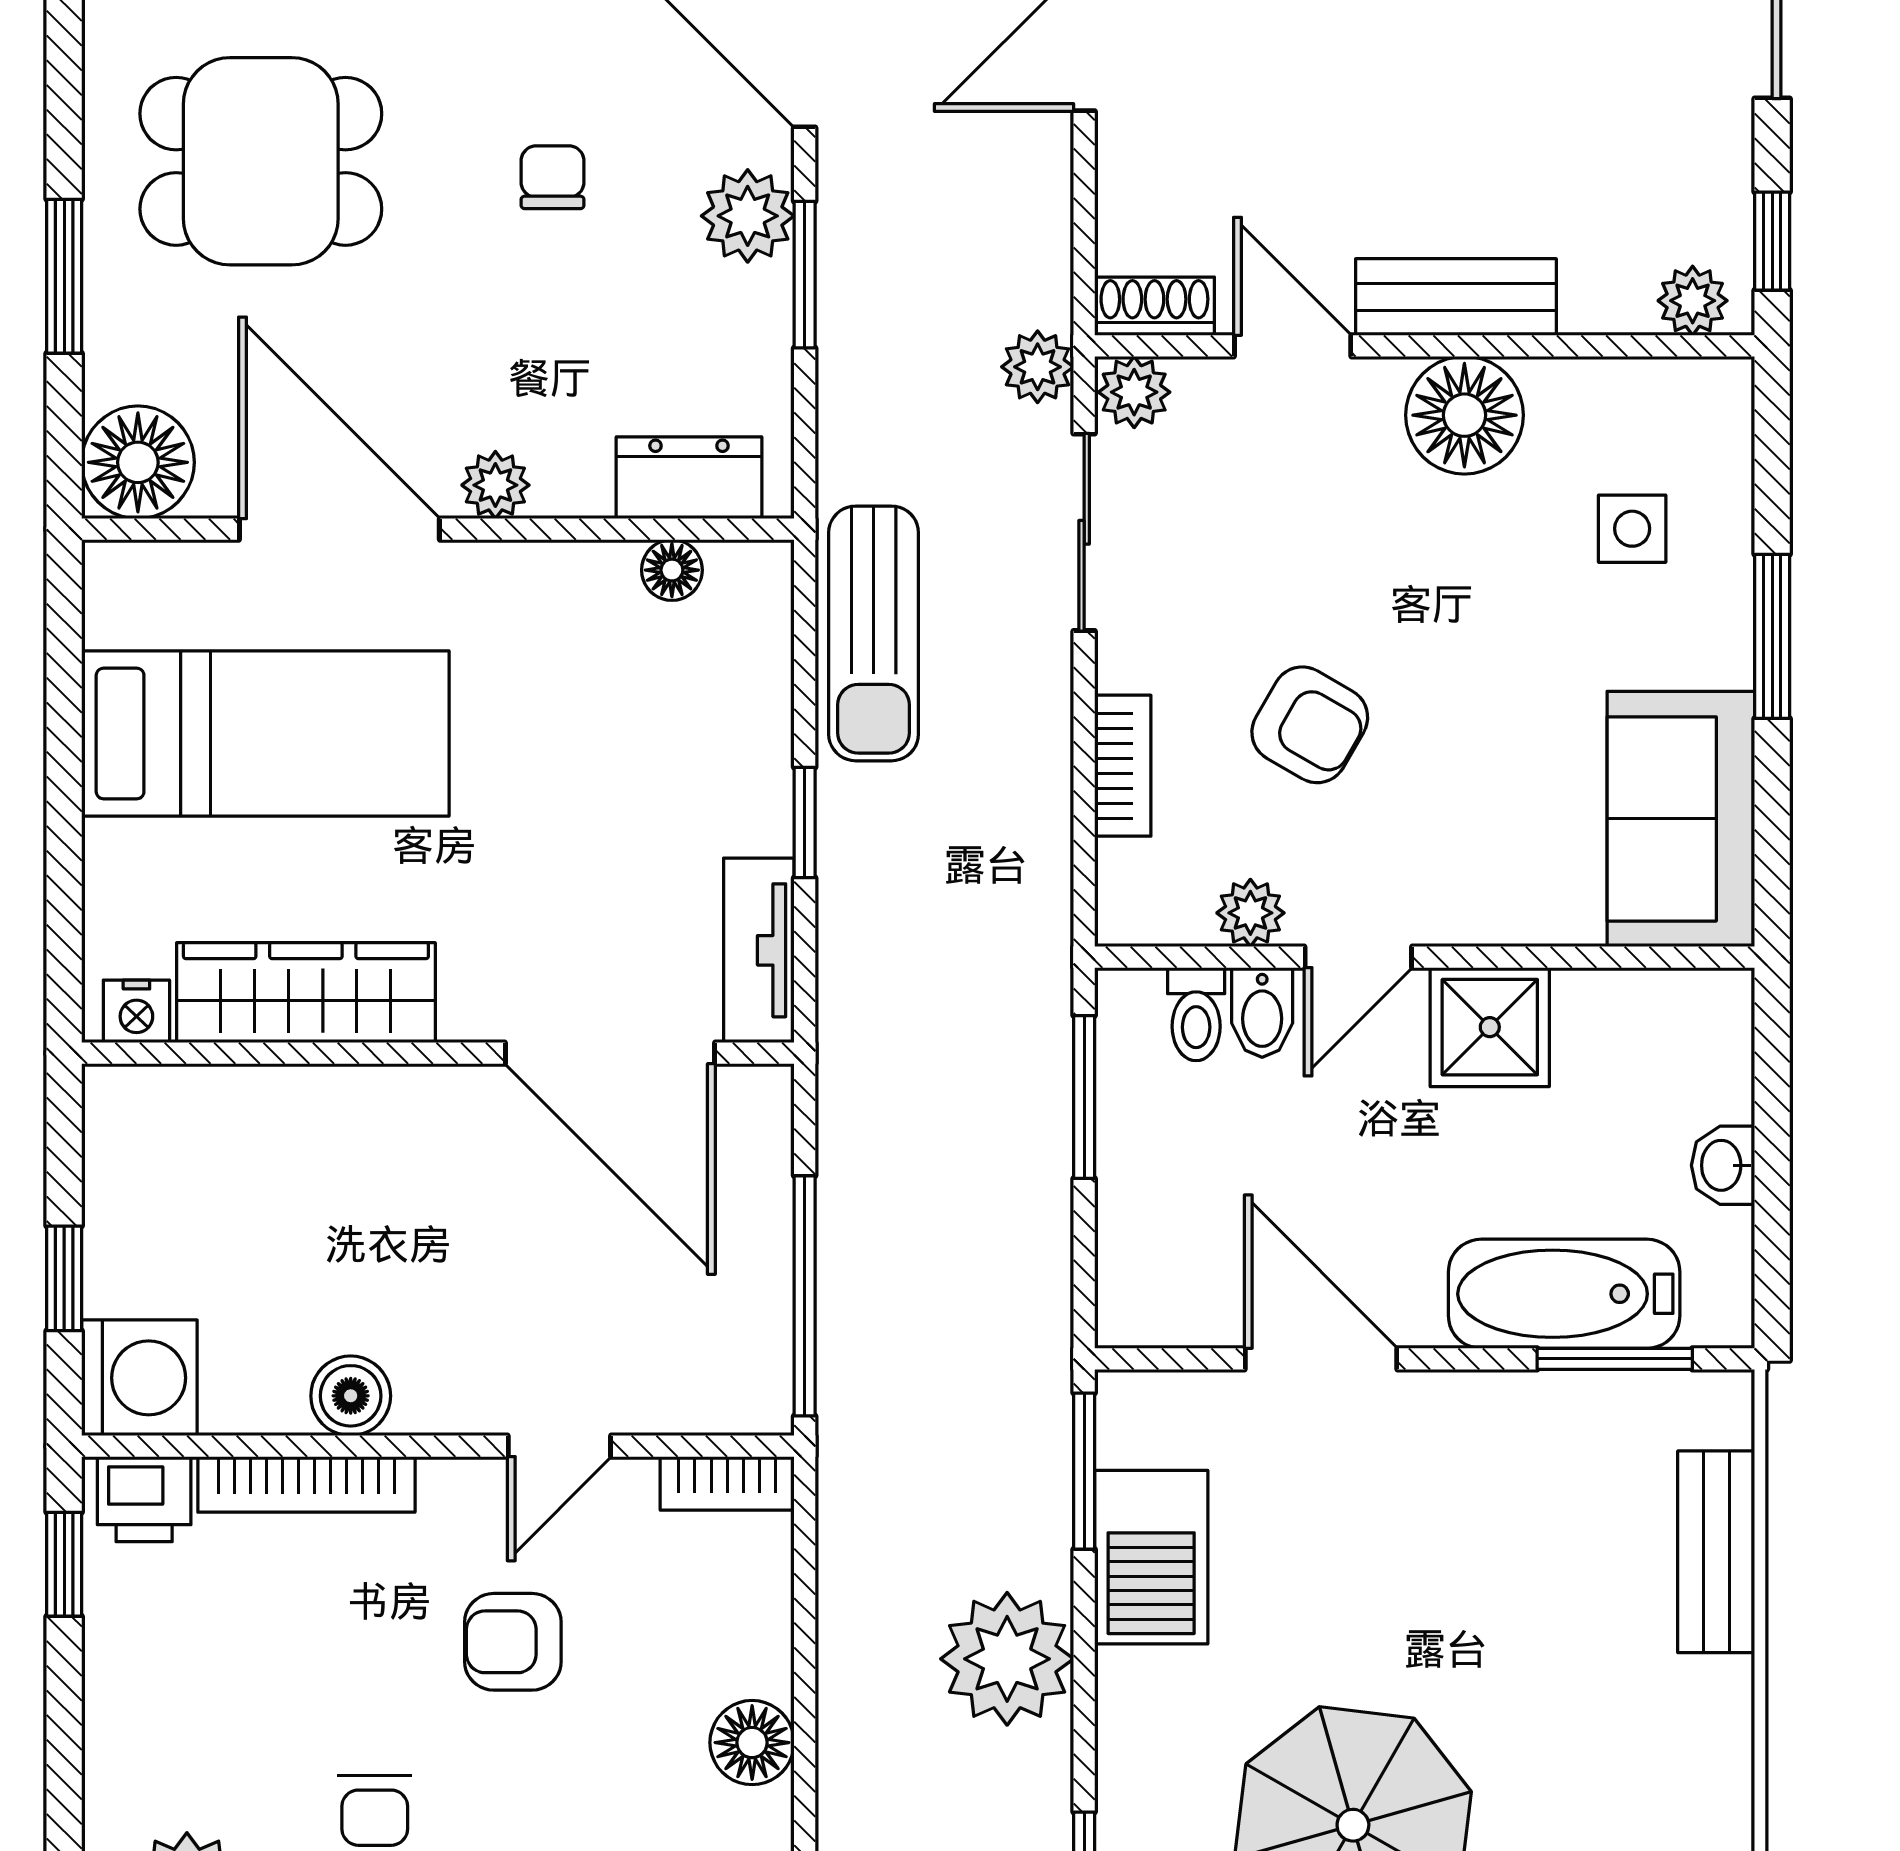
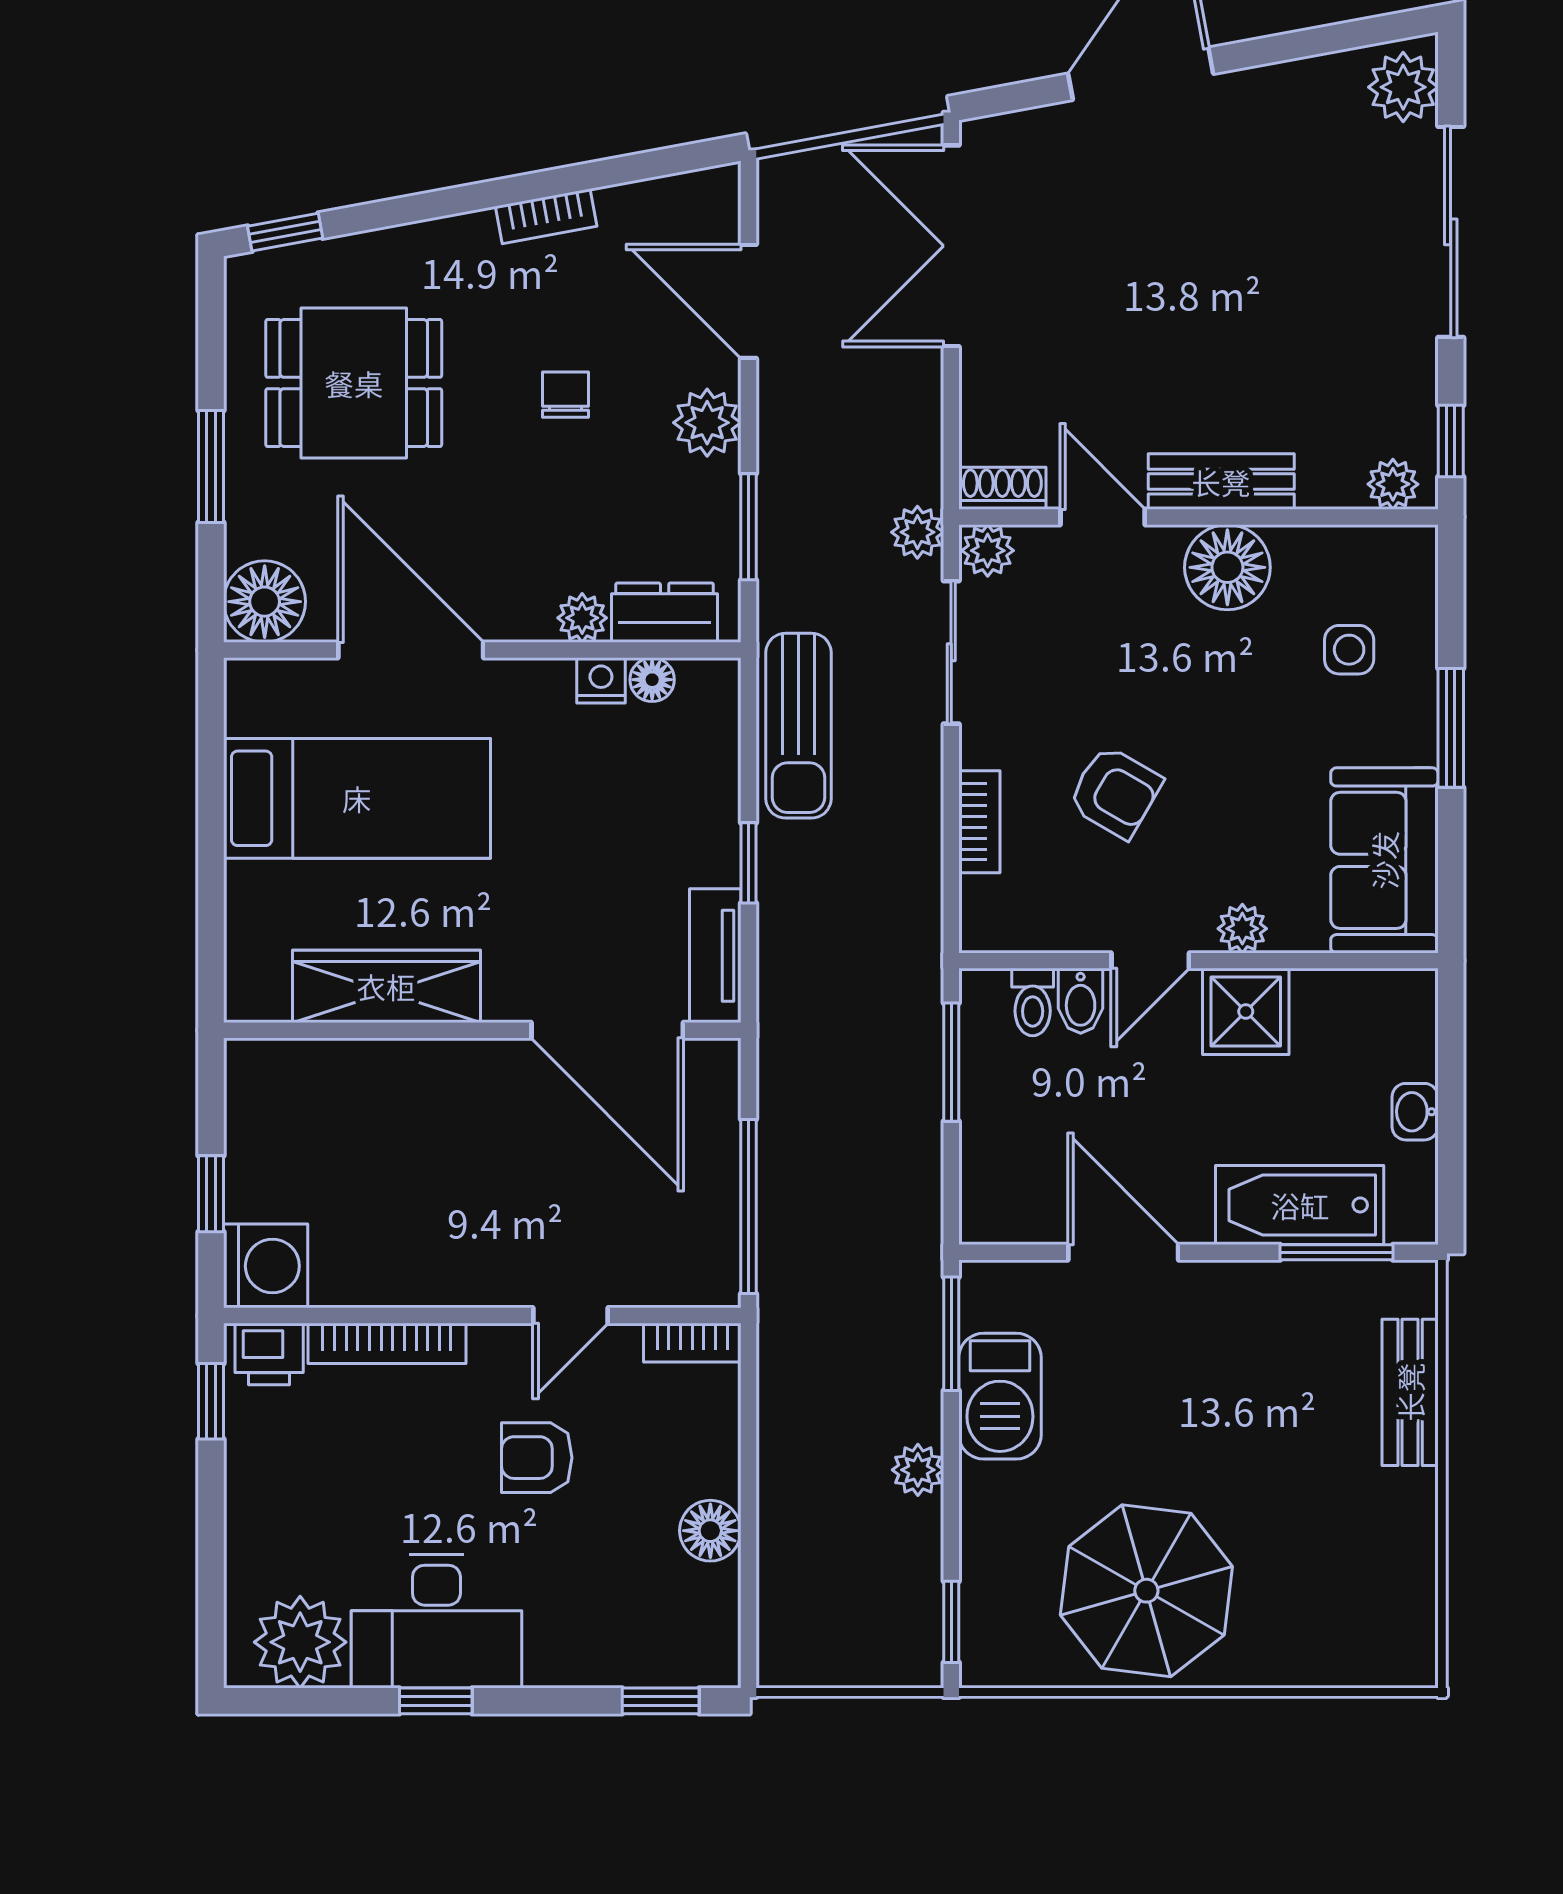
window: (805, 275) -> (748, 527), moved
plant: (495, 485) -> (582, 618), moved
plant: (1250, 913) -> (1242, 929), moved
nightstand: (136, 1011) -> (601, 680), moved, turned 180
boiler: (351, 1396) -> (419, 1279), removed
plant: (1007, 1659) -> (918, 1470), width x0.53, depth x0.53

